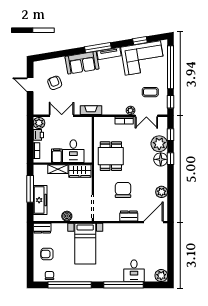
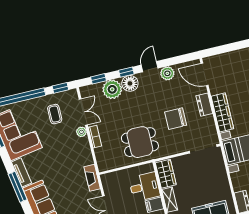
door: (171, 179) -> (150, 67), added
boiler: (67, 216) -> (222, 177), removed
wardrobe: (119, 229) -> (222, 112), added

